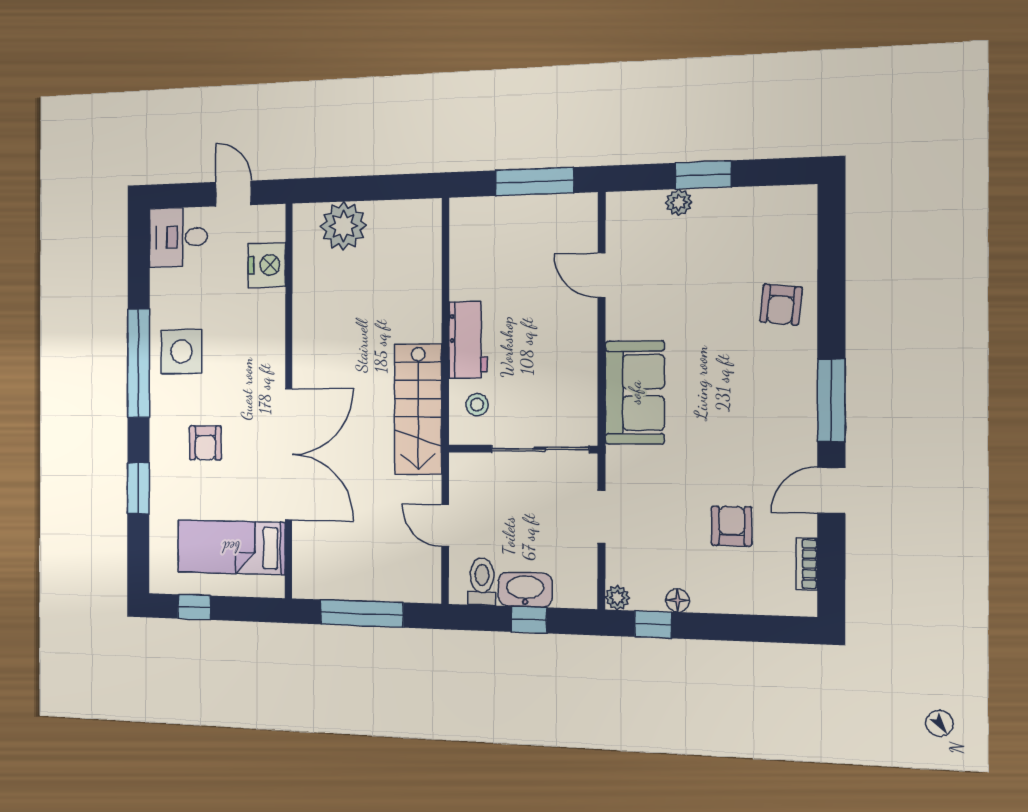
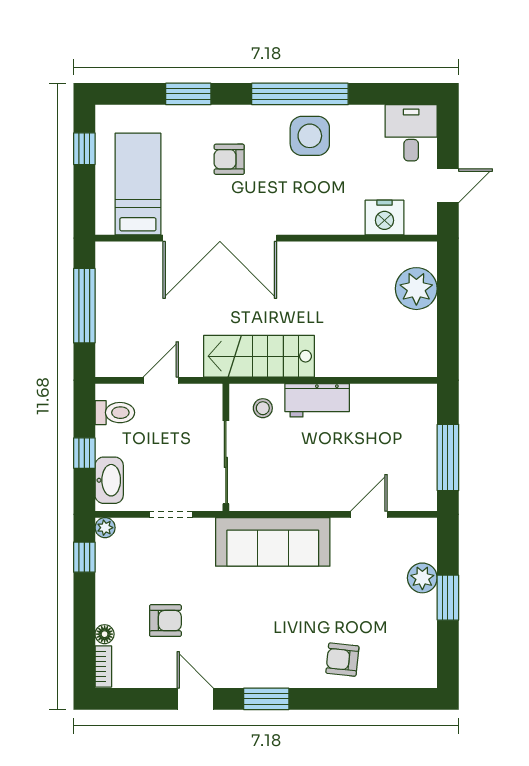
plant: (679, 202) -> (422, 578), width x1.38, depth x1.38
sofa: (635, 392) -> (273, 542), width x1.36
window: (831, 400) -> (266, 699), width x0.69
bookcase: (807, 564) -> (103, 666), moved, turned 90
washbasin: (525, 590) -> (109, 480), moved
floor lamp: (678, 600) -> (105, 634), moved

